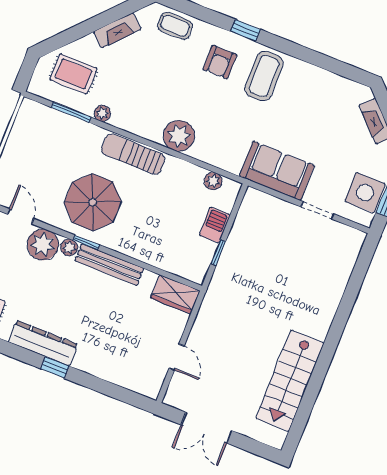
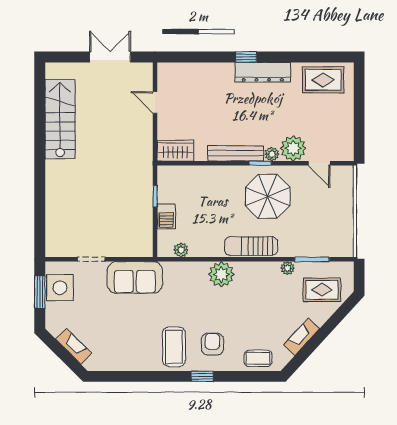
sun lounger: (133, 154) -> (251, 246), turned 180

